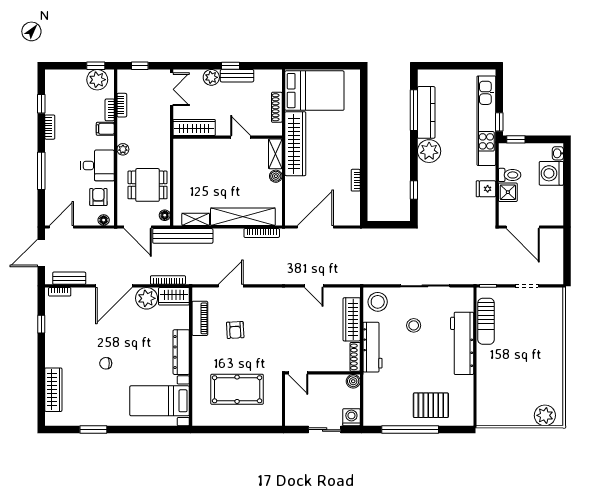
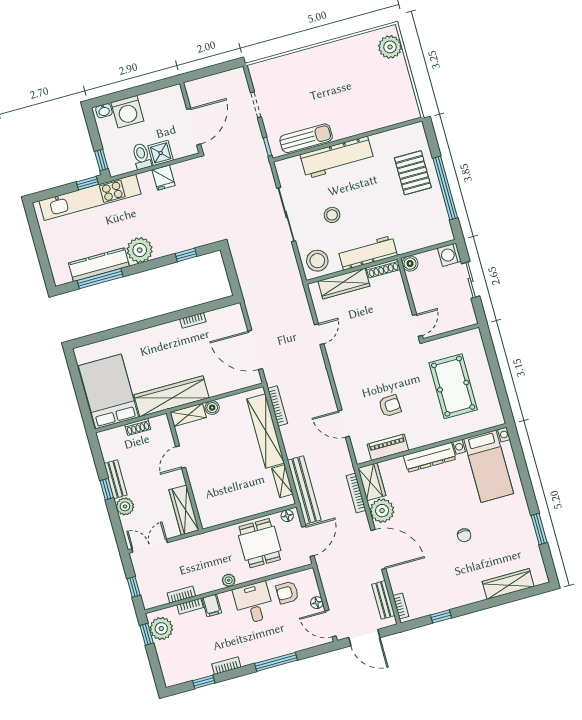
shoe rack: (277, 107) -> (138, 427), width x0.70
floor lamp: (104, 220) -> (317, 603), moved

